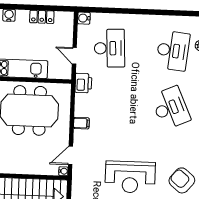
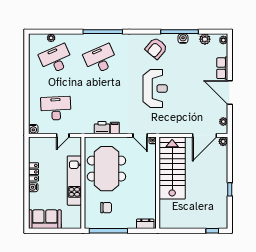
locker: (42, 17) -> (34, 172), moved
desk: (173, 51) -> (56, 59), turned -30
printer: (83, 83) -> (102, 128), moved

